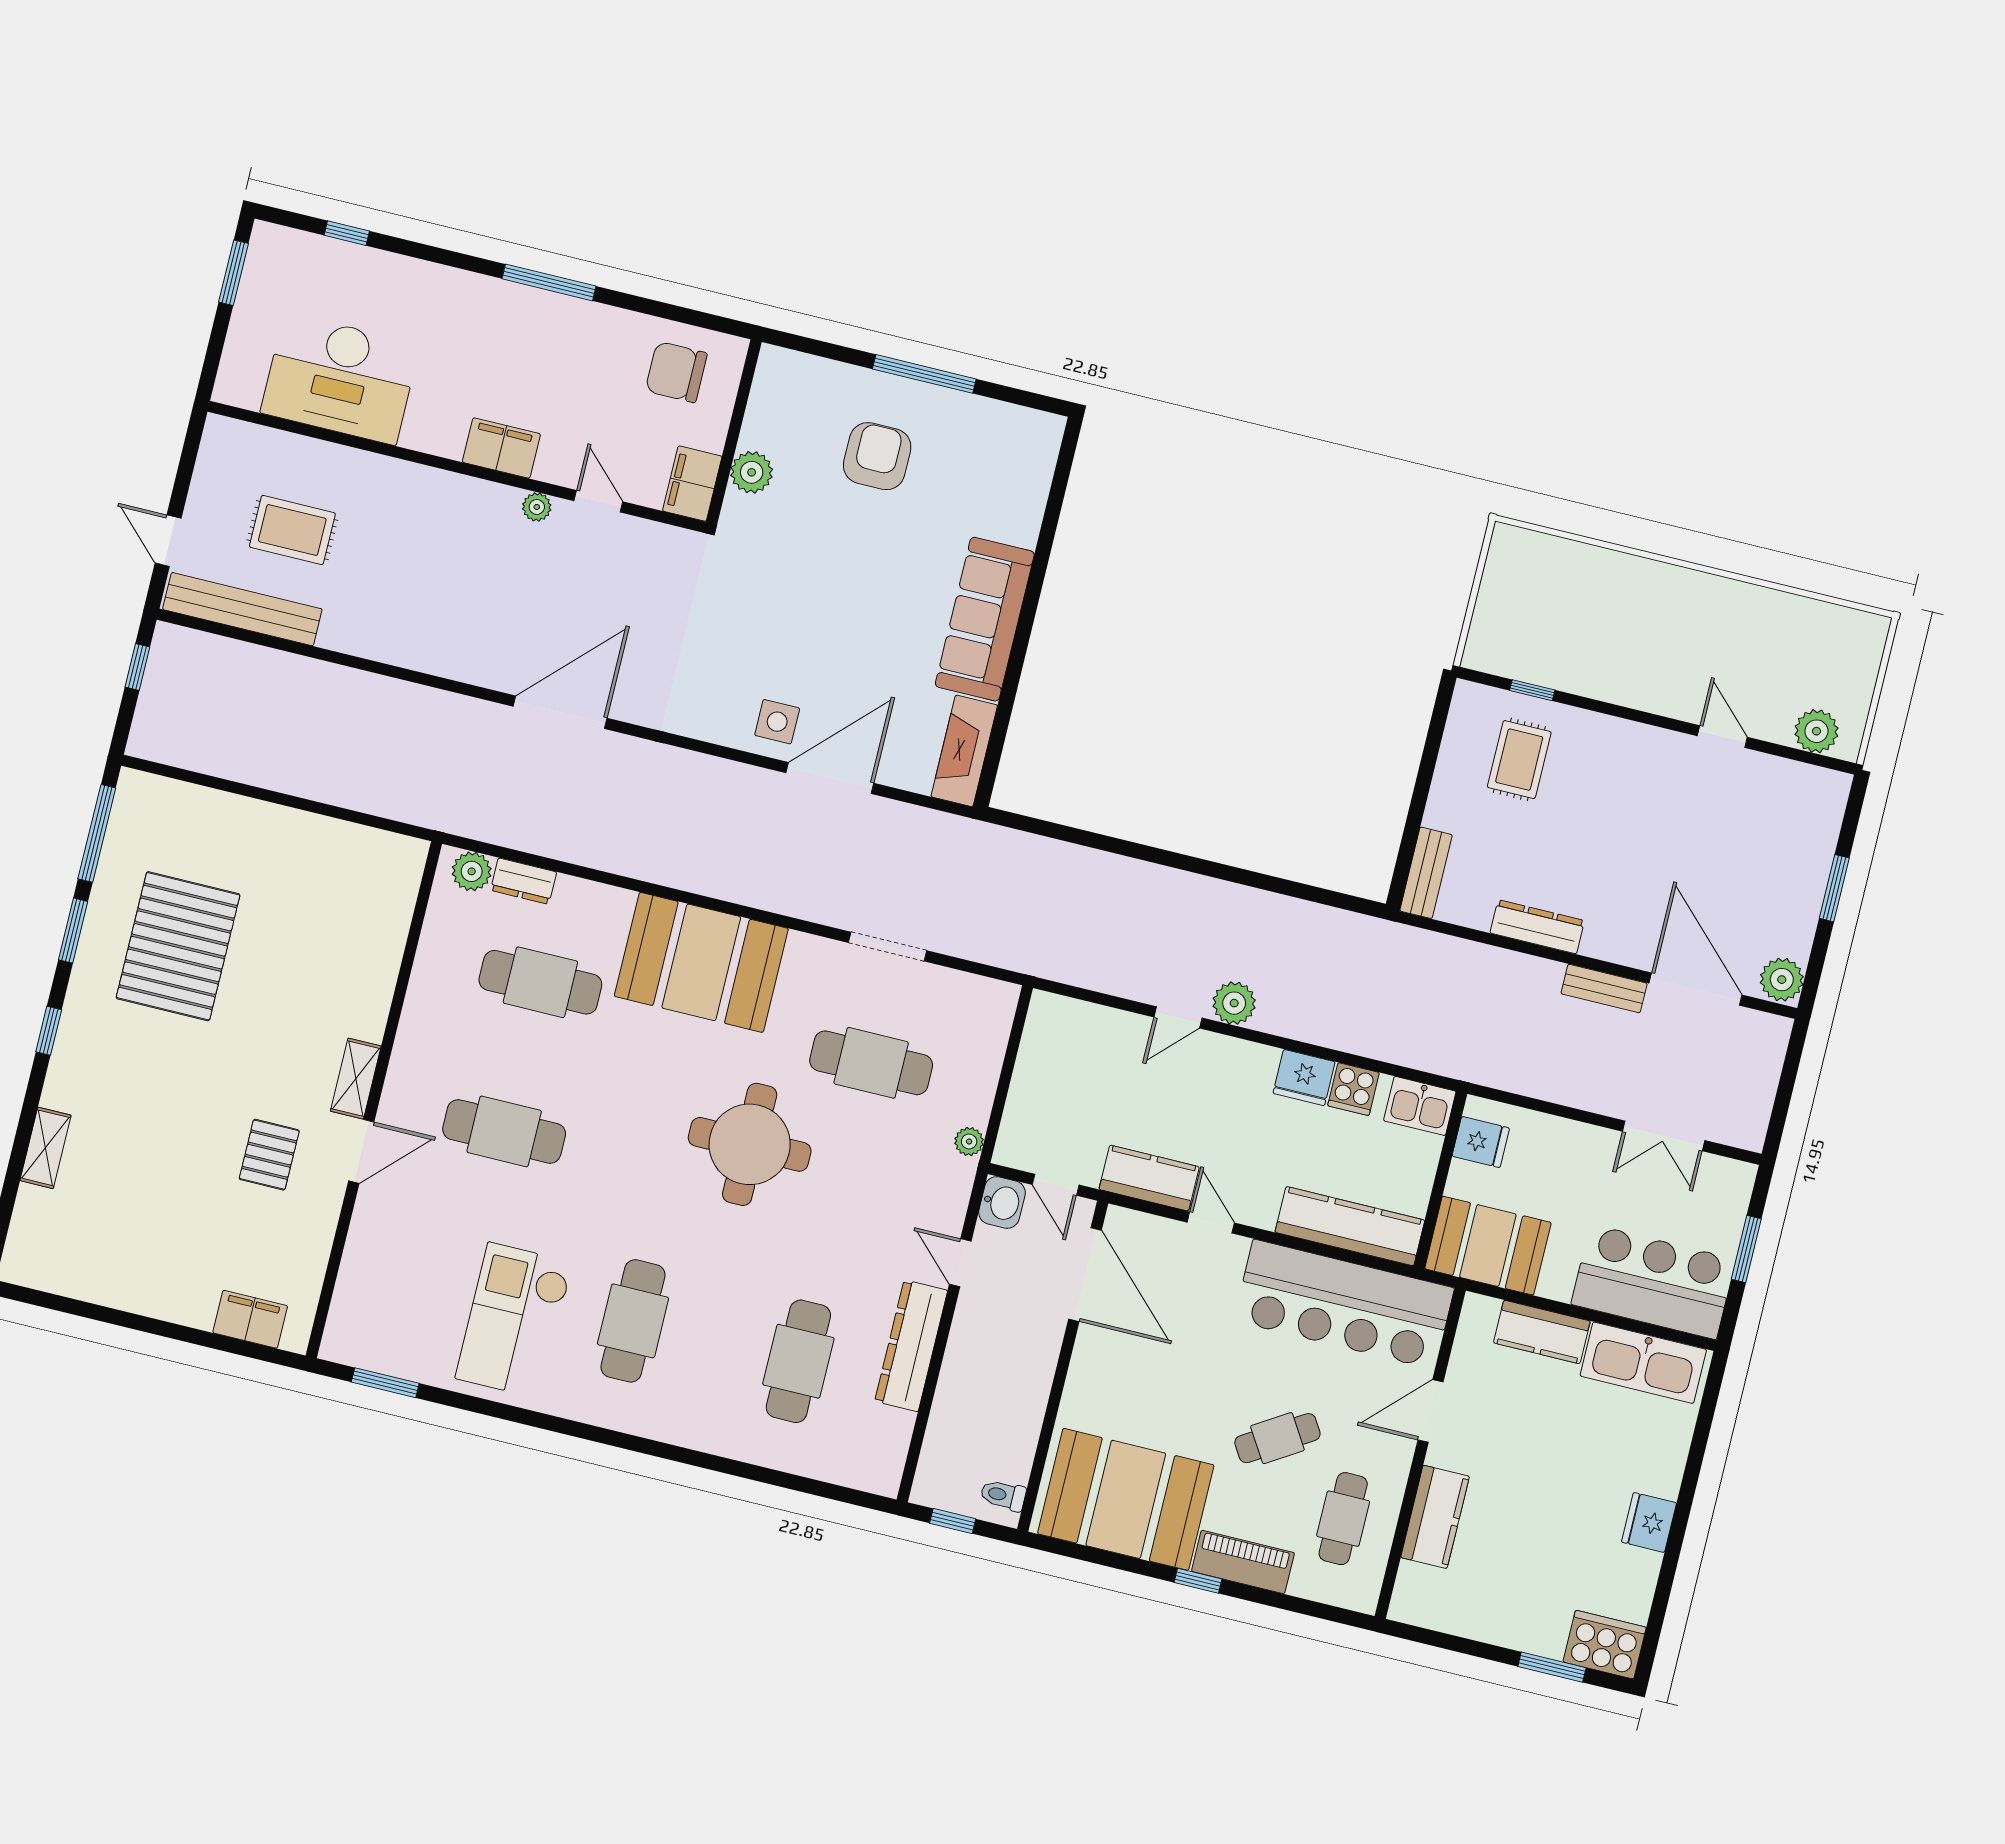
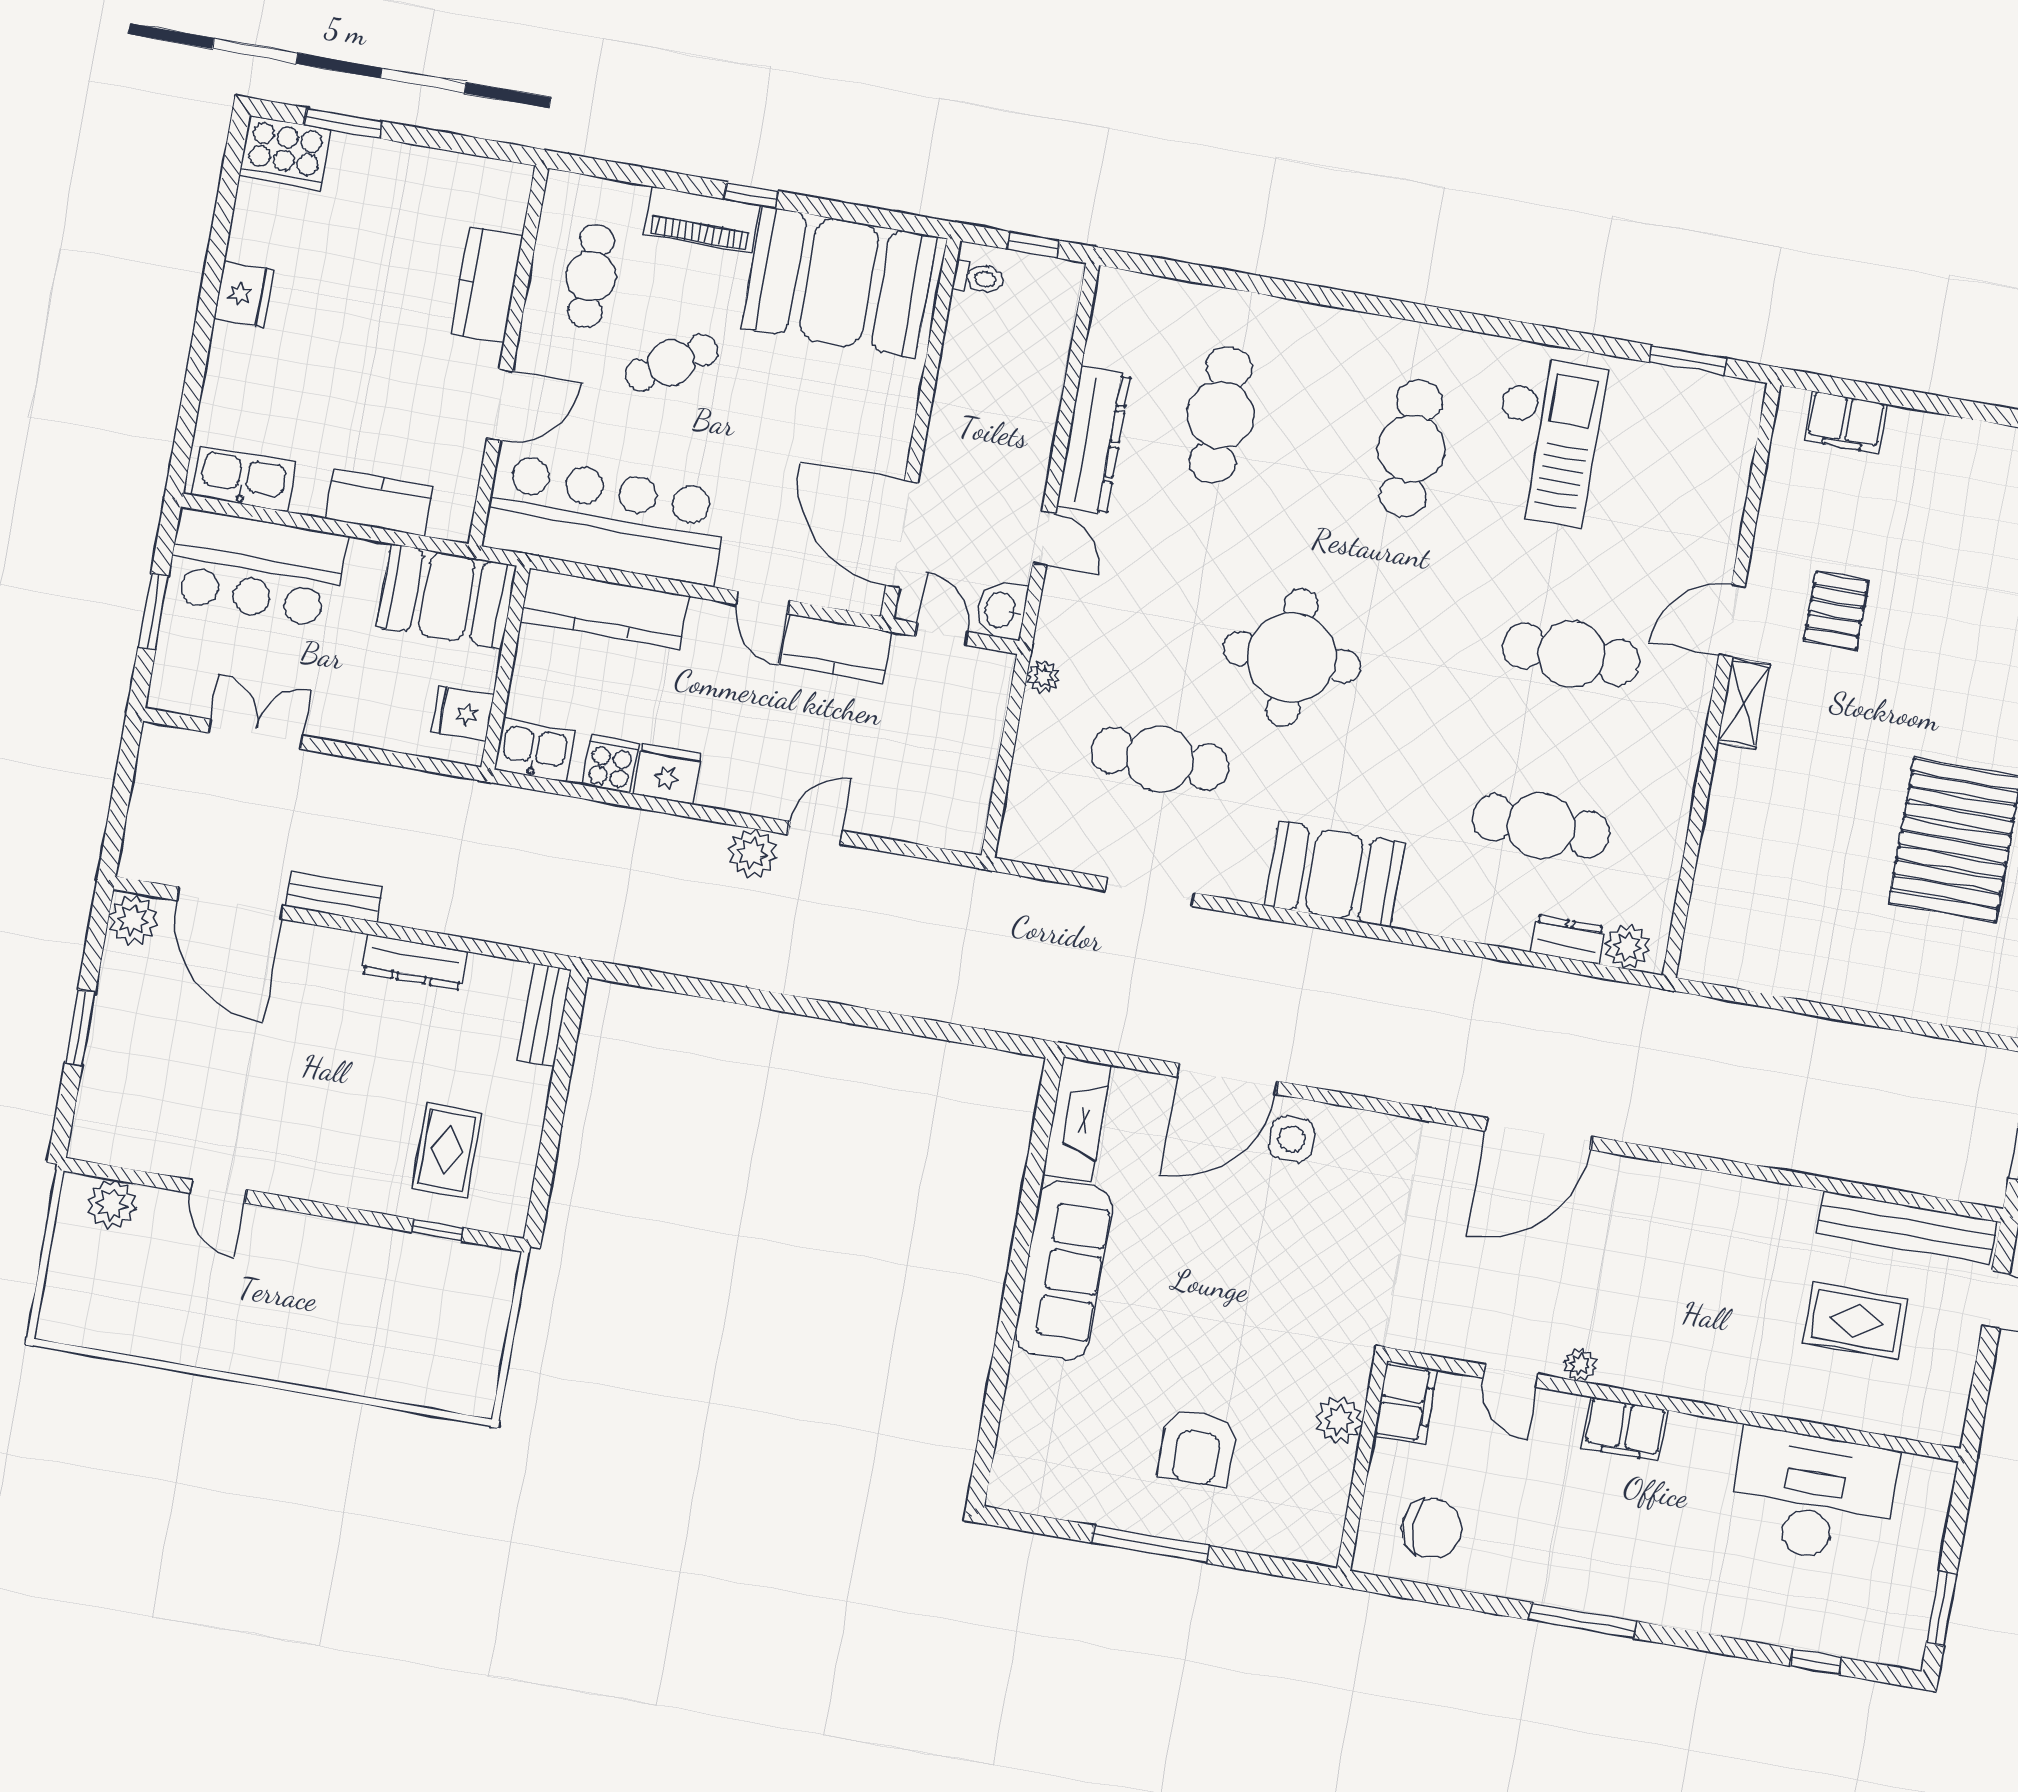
booth: (701, 962) -> (1334, 874), width x0.73, depth x0.70
kitchen sink: (1643, 1363) -> (243, 478), width x0.73, depth x0.81

